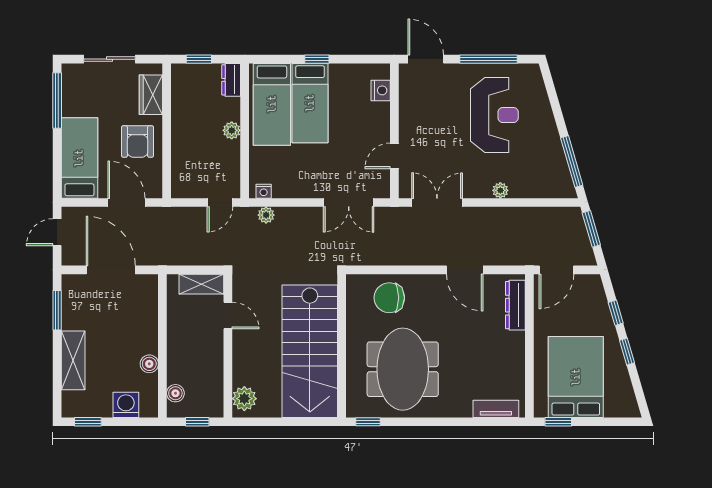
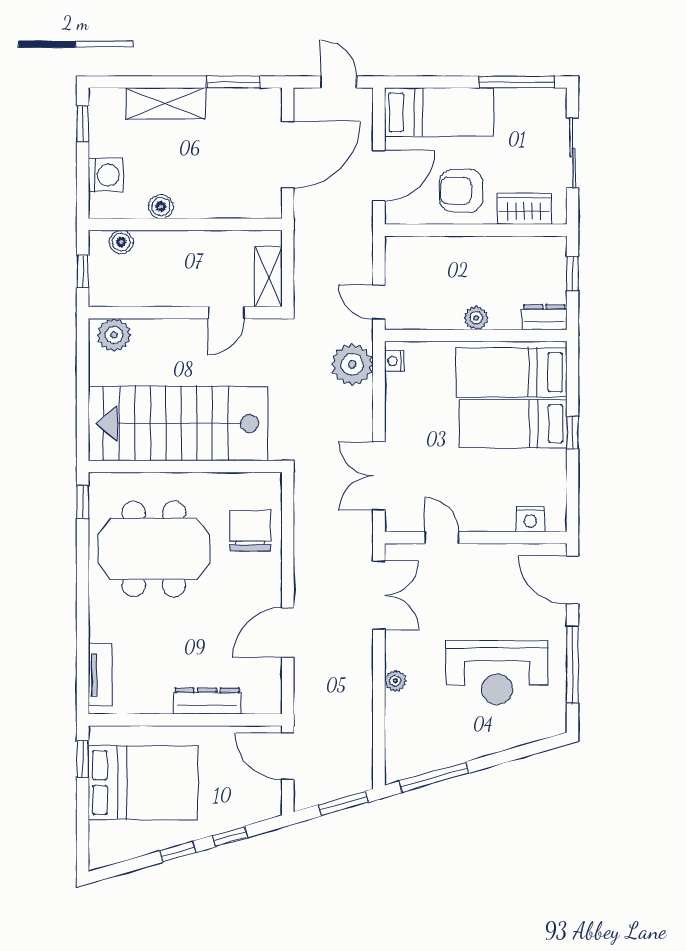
door: (426, 59) -> (572, 580), swing flipped
plant: (266, 215) -> (352, 364), width x1.88, depth x1.88
dresser: (515, 305) -> (207, 701), moved

